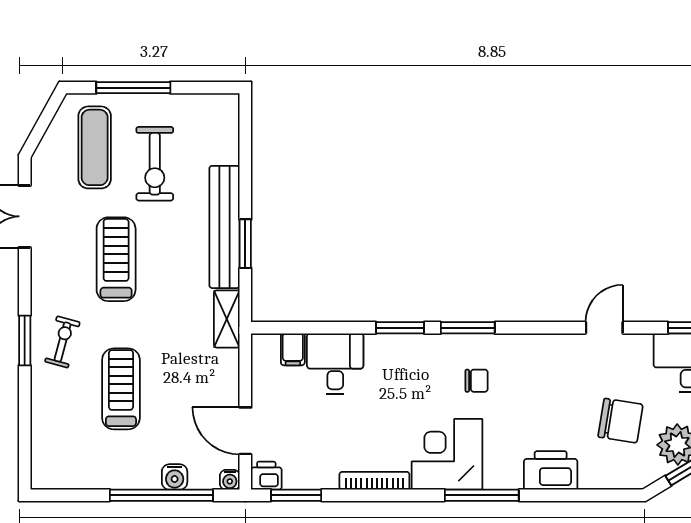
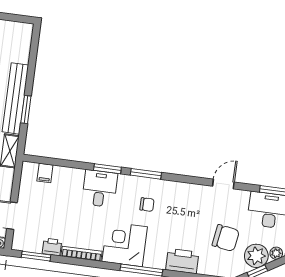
desk: (335, 364) -> (100, 189), moved
printer: (266, 476) -> (52, 247), moved

